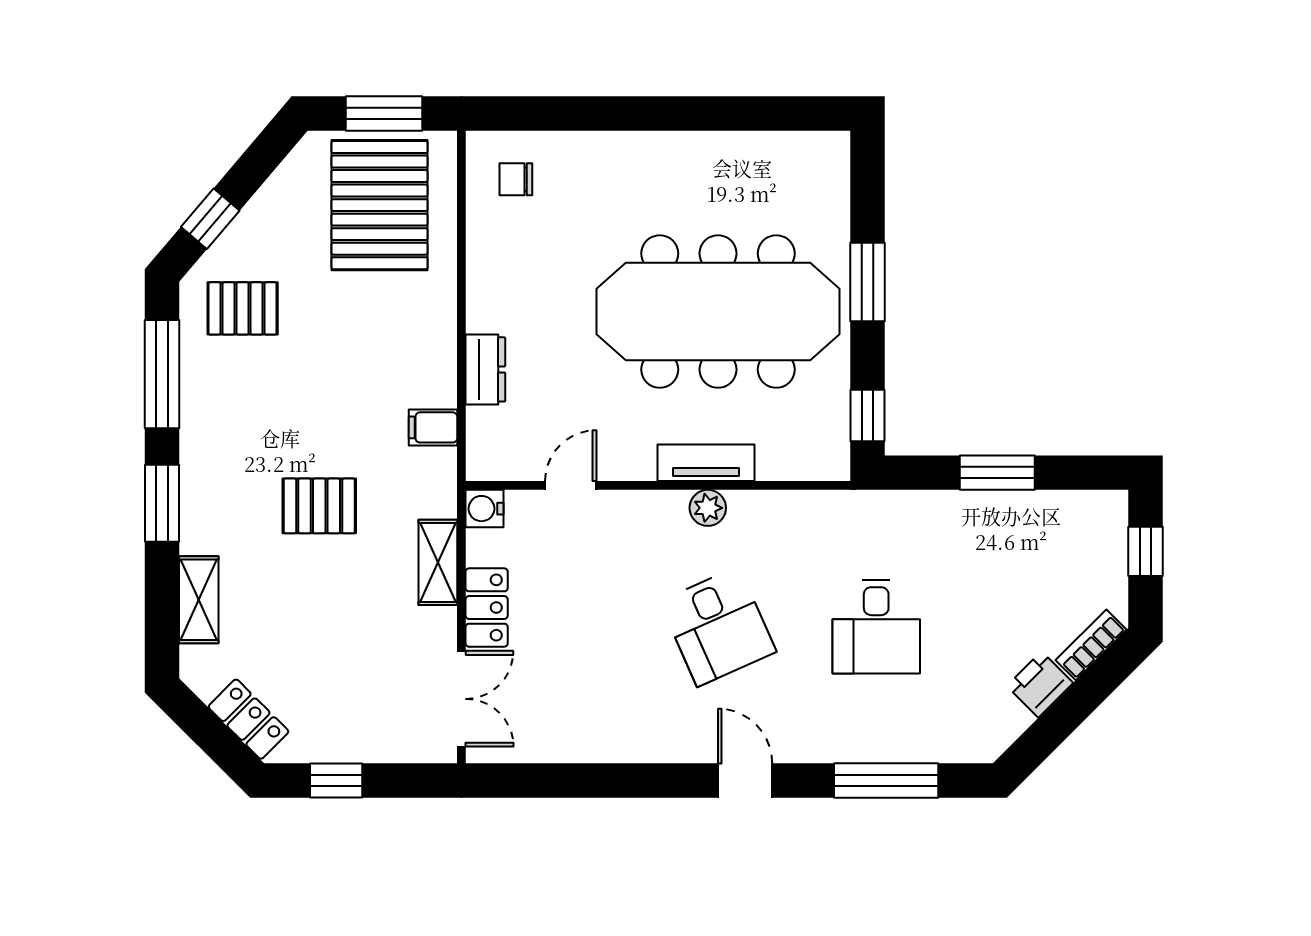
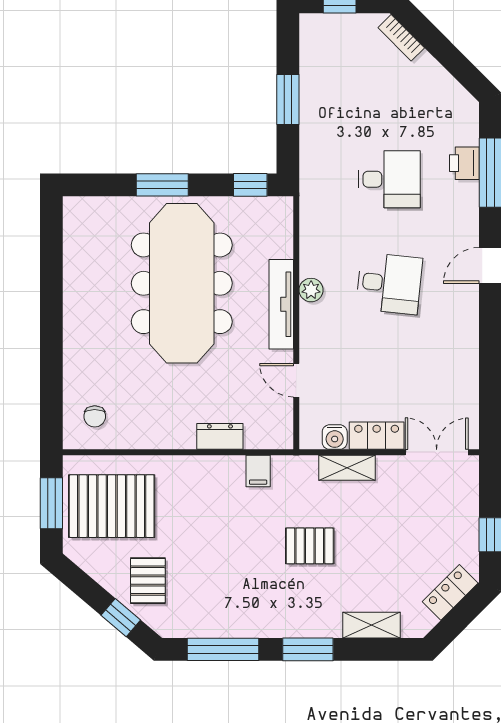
pallet: (243, 308) -> (148, 581), moved
tv unit: (706, 463) -> (281, 304), width x1.41
pallet: (319, 506) -> (310, 546), turned 90
water cooler: (484, 509) -> (335, 437), moved
desk: (718, 627) -> (389, 283), turned 30
printer: (1040, 684) -> (464, 163), moved, turned 45

